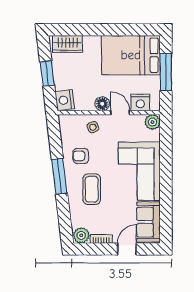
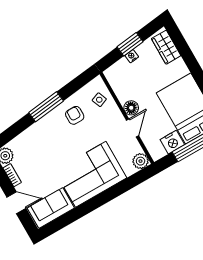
nightstand: (65, 100) -> (132, 56), moved, width x0.53, depth x0.56
nightstand: (140, 103) -> (172, 142), moved, turned -90
side table: (93, 127) -> (99, 100), moved
coffee table: (92, 189) -> (51, 142), removed

